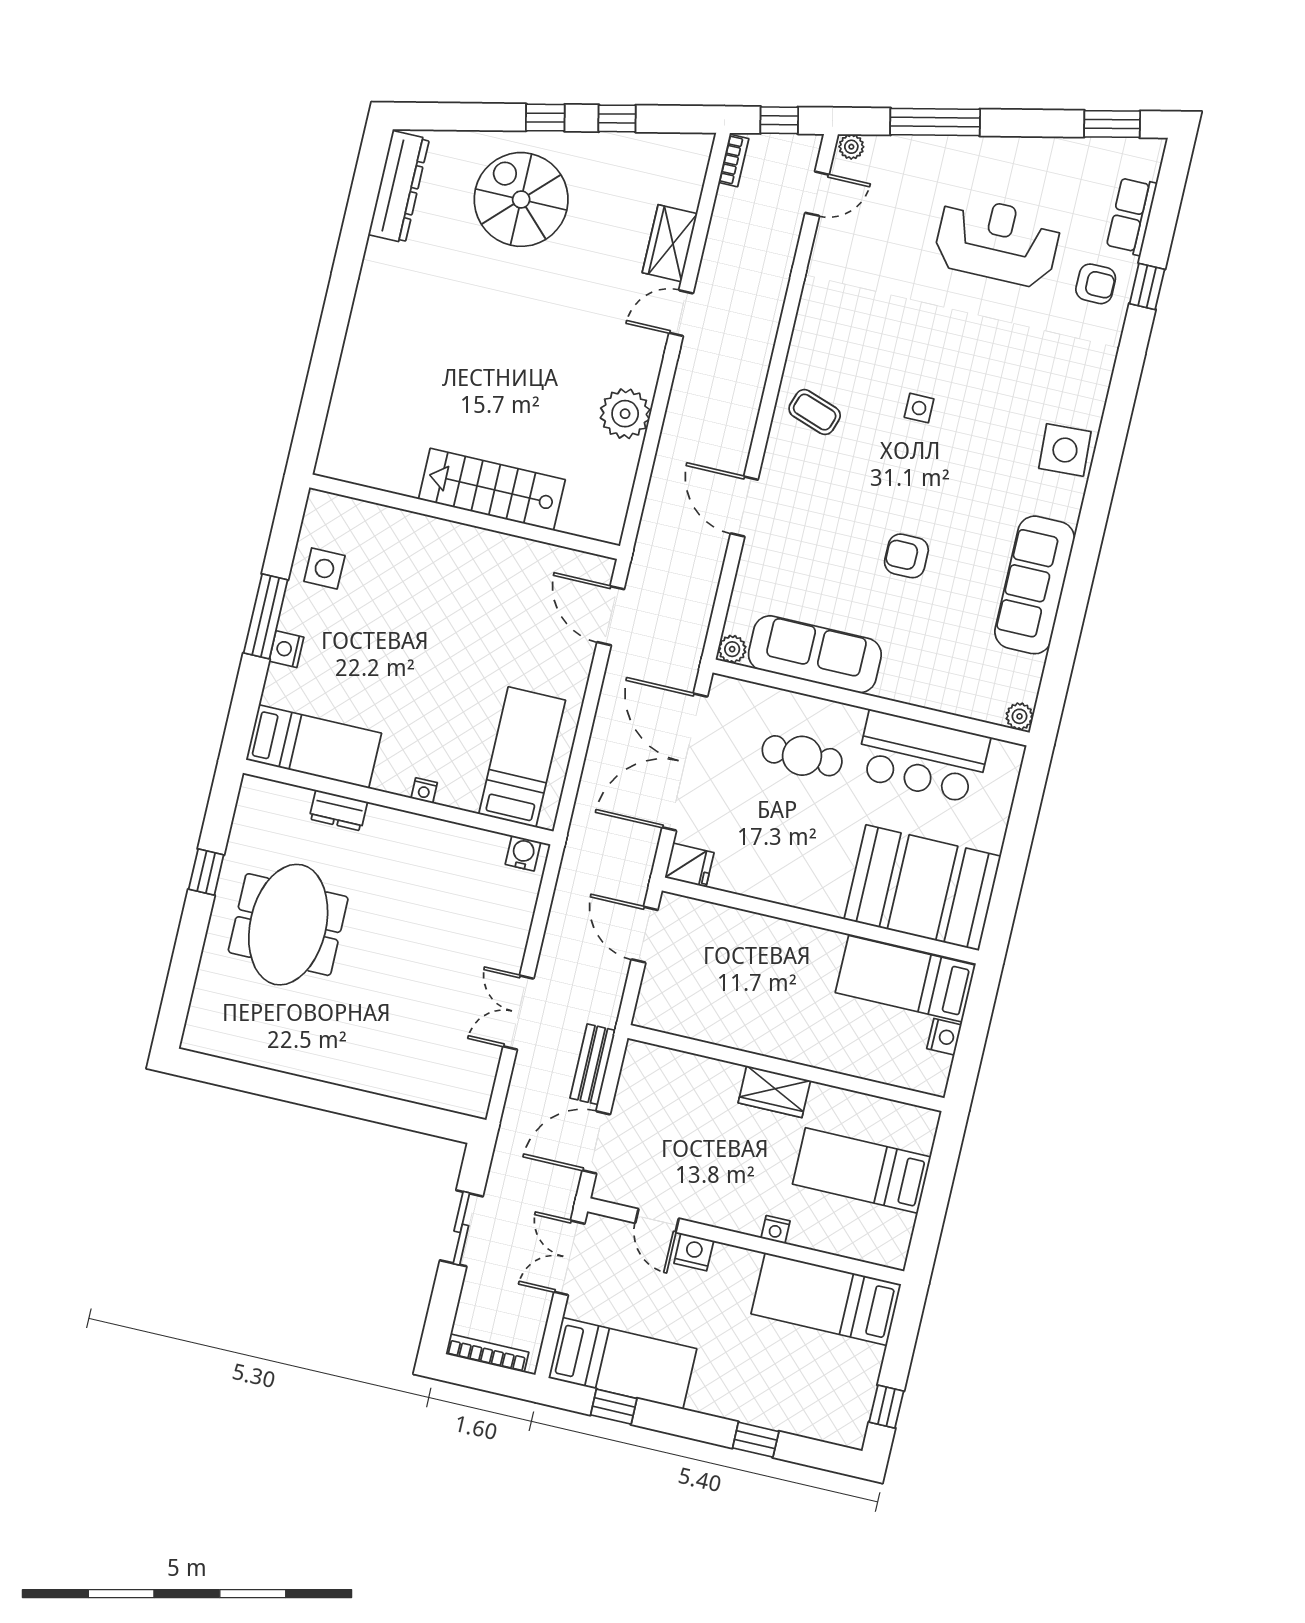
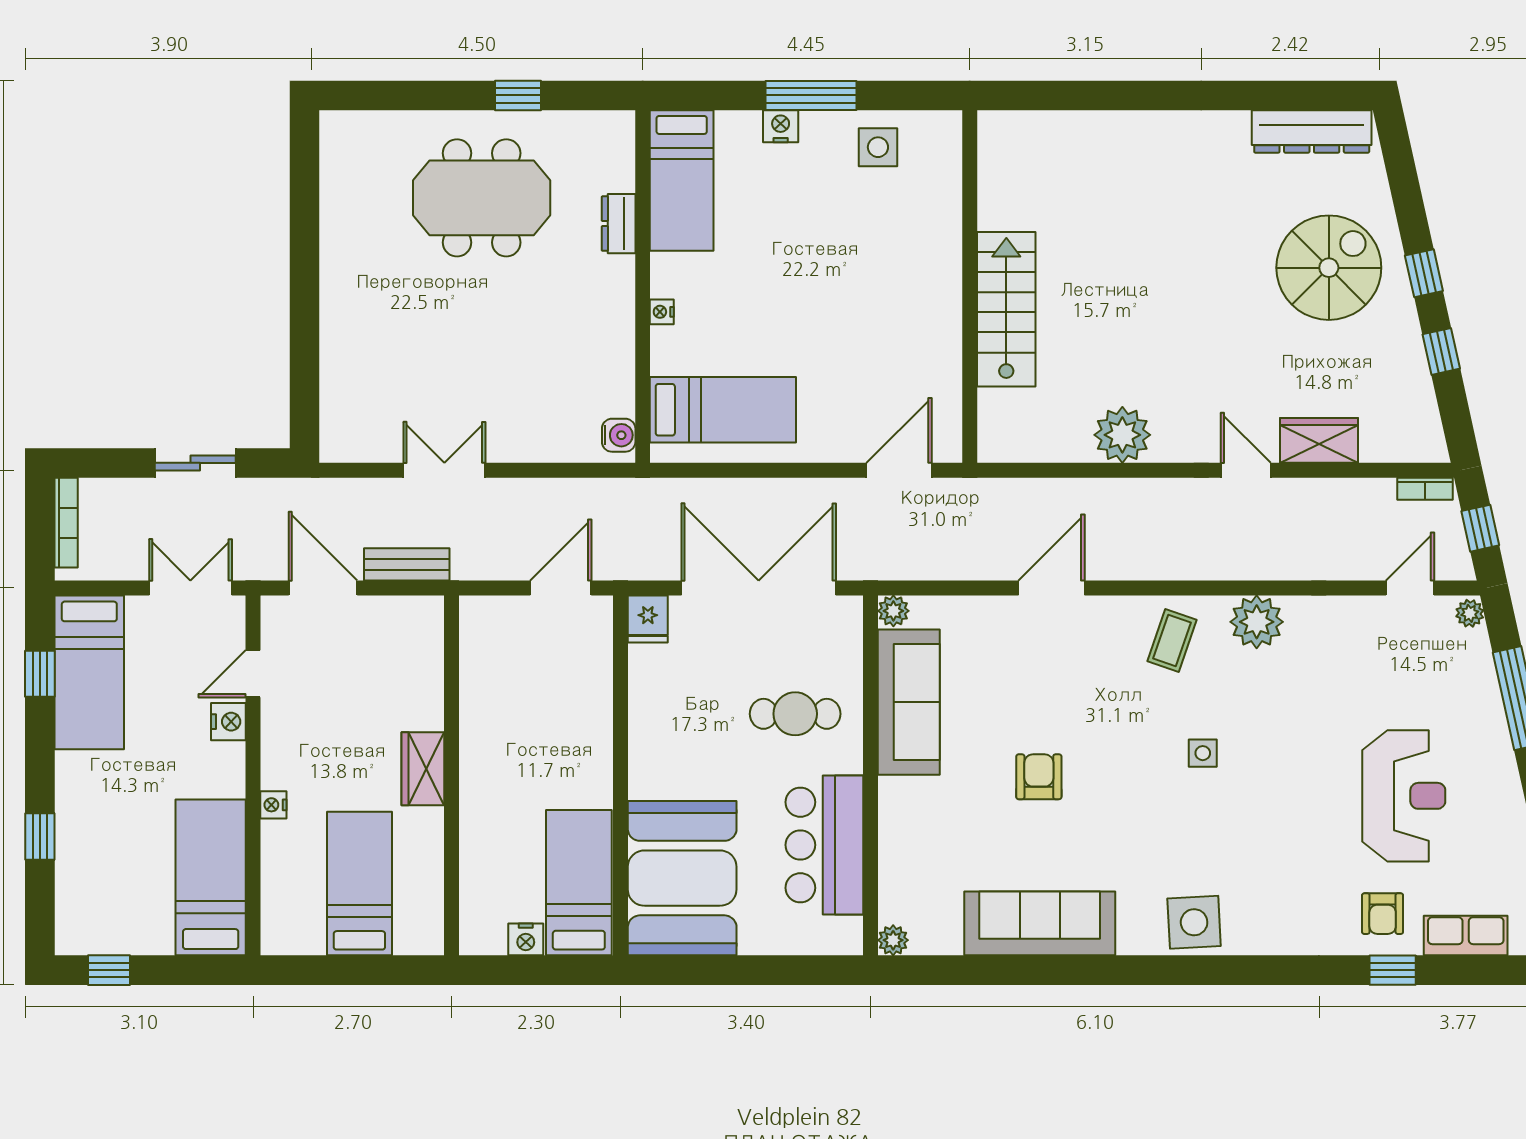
door: (817, 194) -> (1410, 588), swing flipped
plant: (815, 334) -> (1257, 622), added
cafe table: (802, 756) -> (795, 714), turned 90

